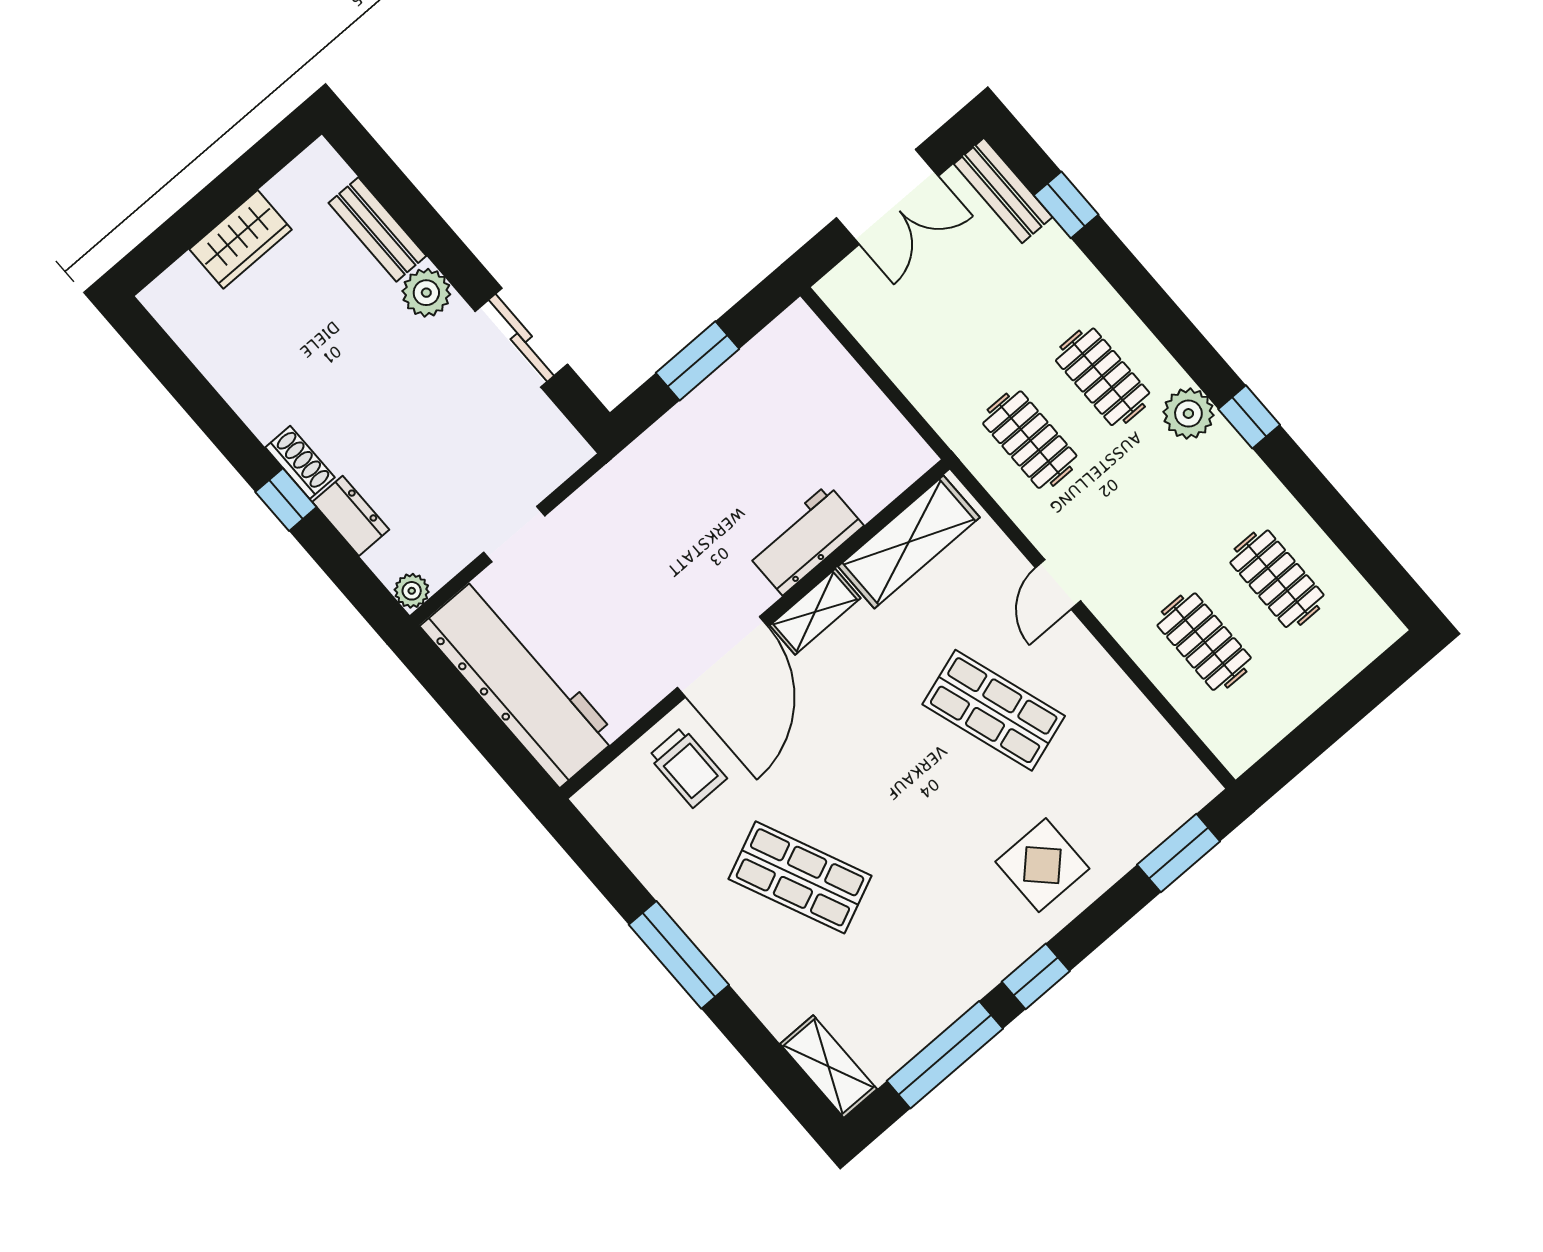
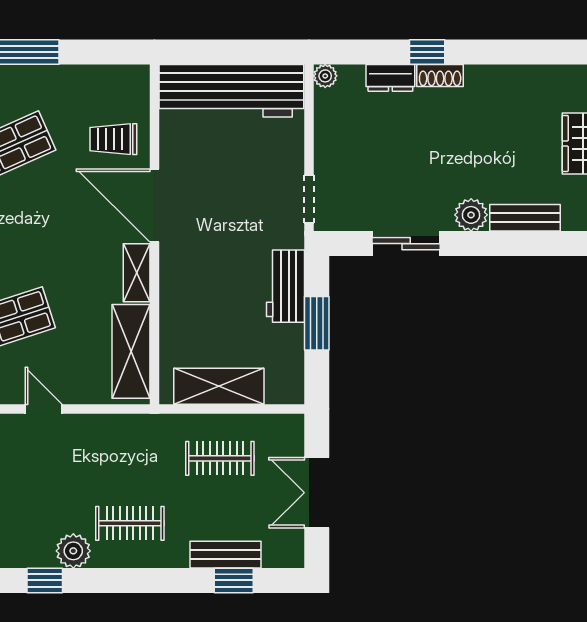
bench: (1003, 191) -> (226, 555), moved
shelving: (863, 410) -> (219, 386), added
clothes rail: (1030, 440) -> (220, 458), moved
doorway: (514, 534) -> (309, 199), moved
workbench: (805, 540) -> (286, 286), moved, turned 180

